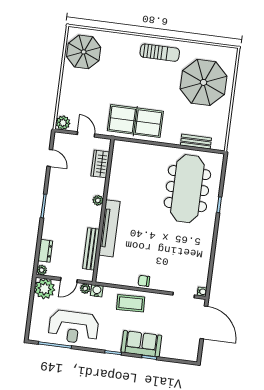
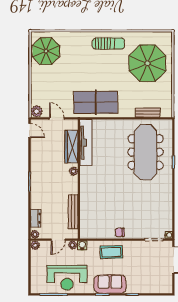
door: (50, 158) -> (30, 131), moved
wardrobe: (100, 164) -> (71, 147), width x1.50
tv unit: (109, 228) -> (86, 143), moved
plant: (45, 289) -> (35, 245), width x0.53, depth x0.53
sofa: (141, 344) -> (110, 284), moved

